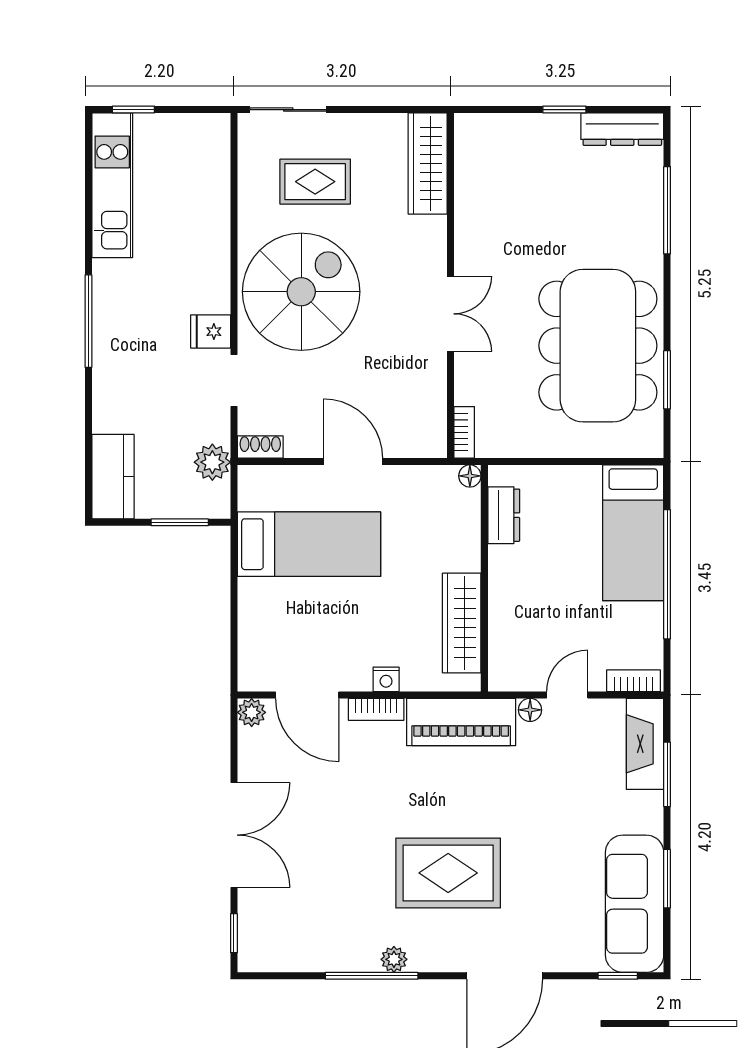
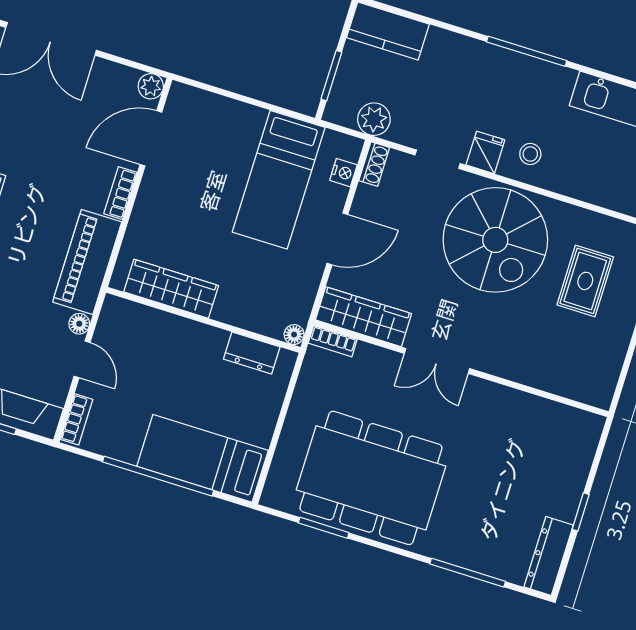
wardrobe: (428, 163) -> (363, 317), moved
stool: (197, 283) -> (530, 154), added
nightstand: (386, 679) -> (343, 173), moved, turned 180

